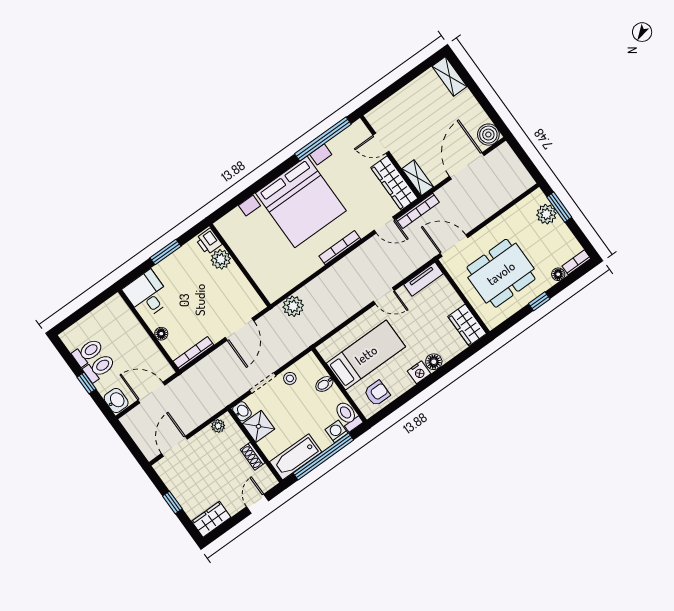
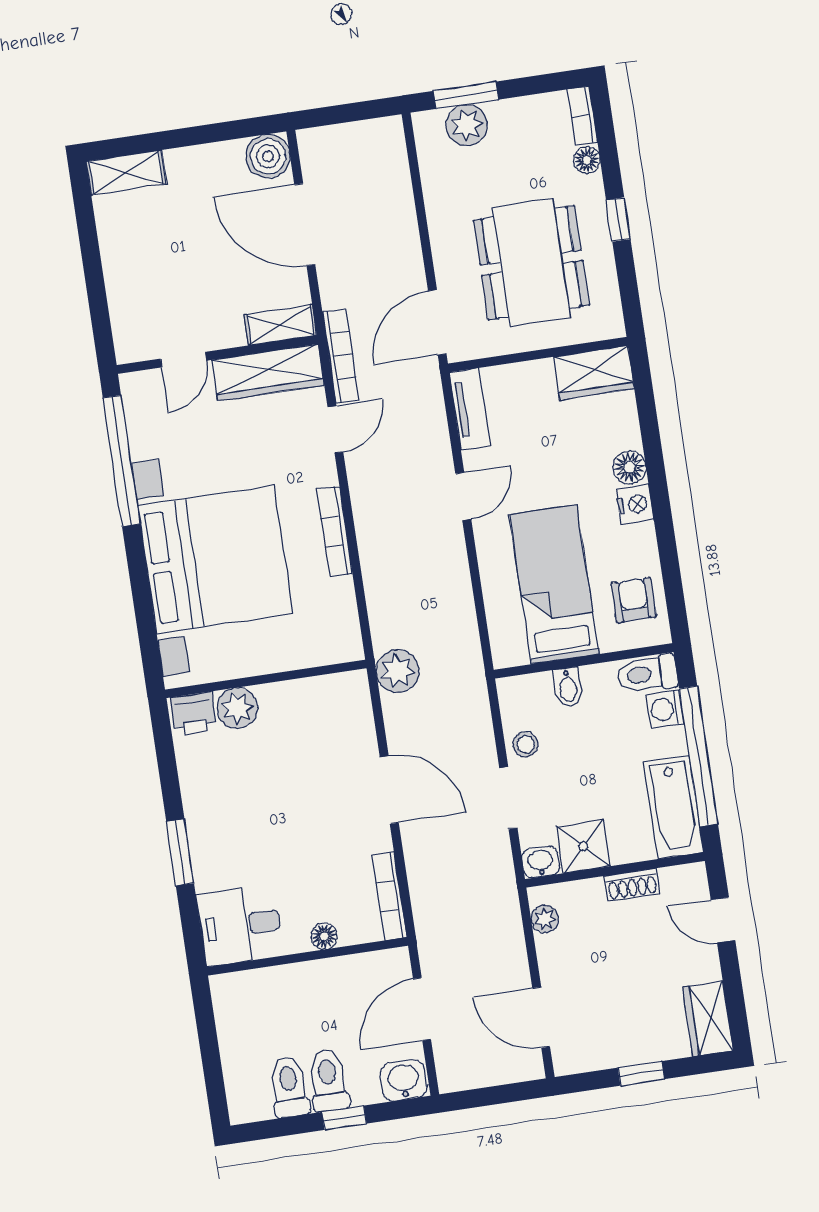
printer: (209, 241) -> (193, 713), moved
plant: (221, 259) -> (237, 708), moved
wall: (240, 265) -> (266, 679), moved

